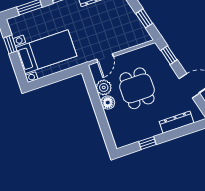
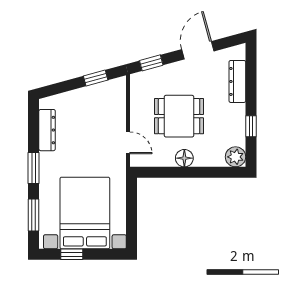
bed with nightstands: (46, 52) -> (85, 213), width x1.36
plant: (104, 87) -> (236, 157), moved

